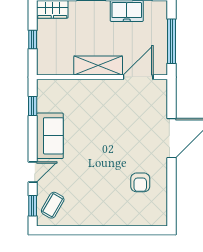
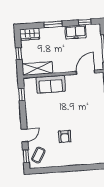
shelving: (98, 65) -> (37, 68), moved
sofa: (50, 136) -> (51, 84), moved, turned 90
armchair: (140, 182) -> (65, 136), moved

